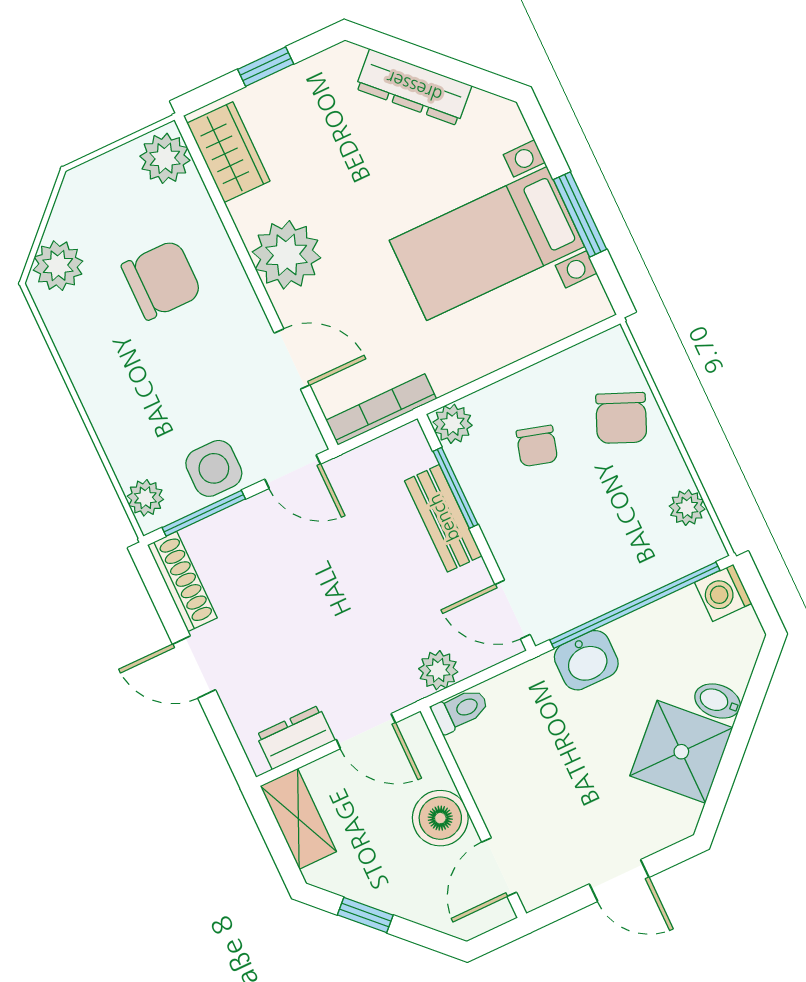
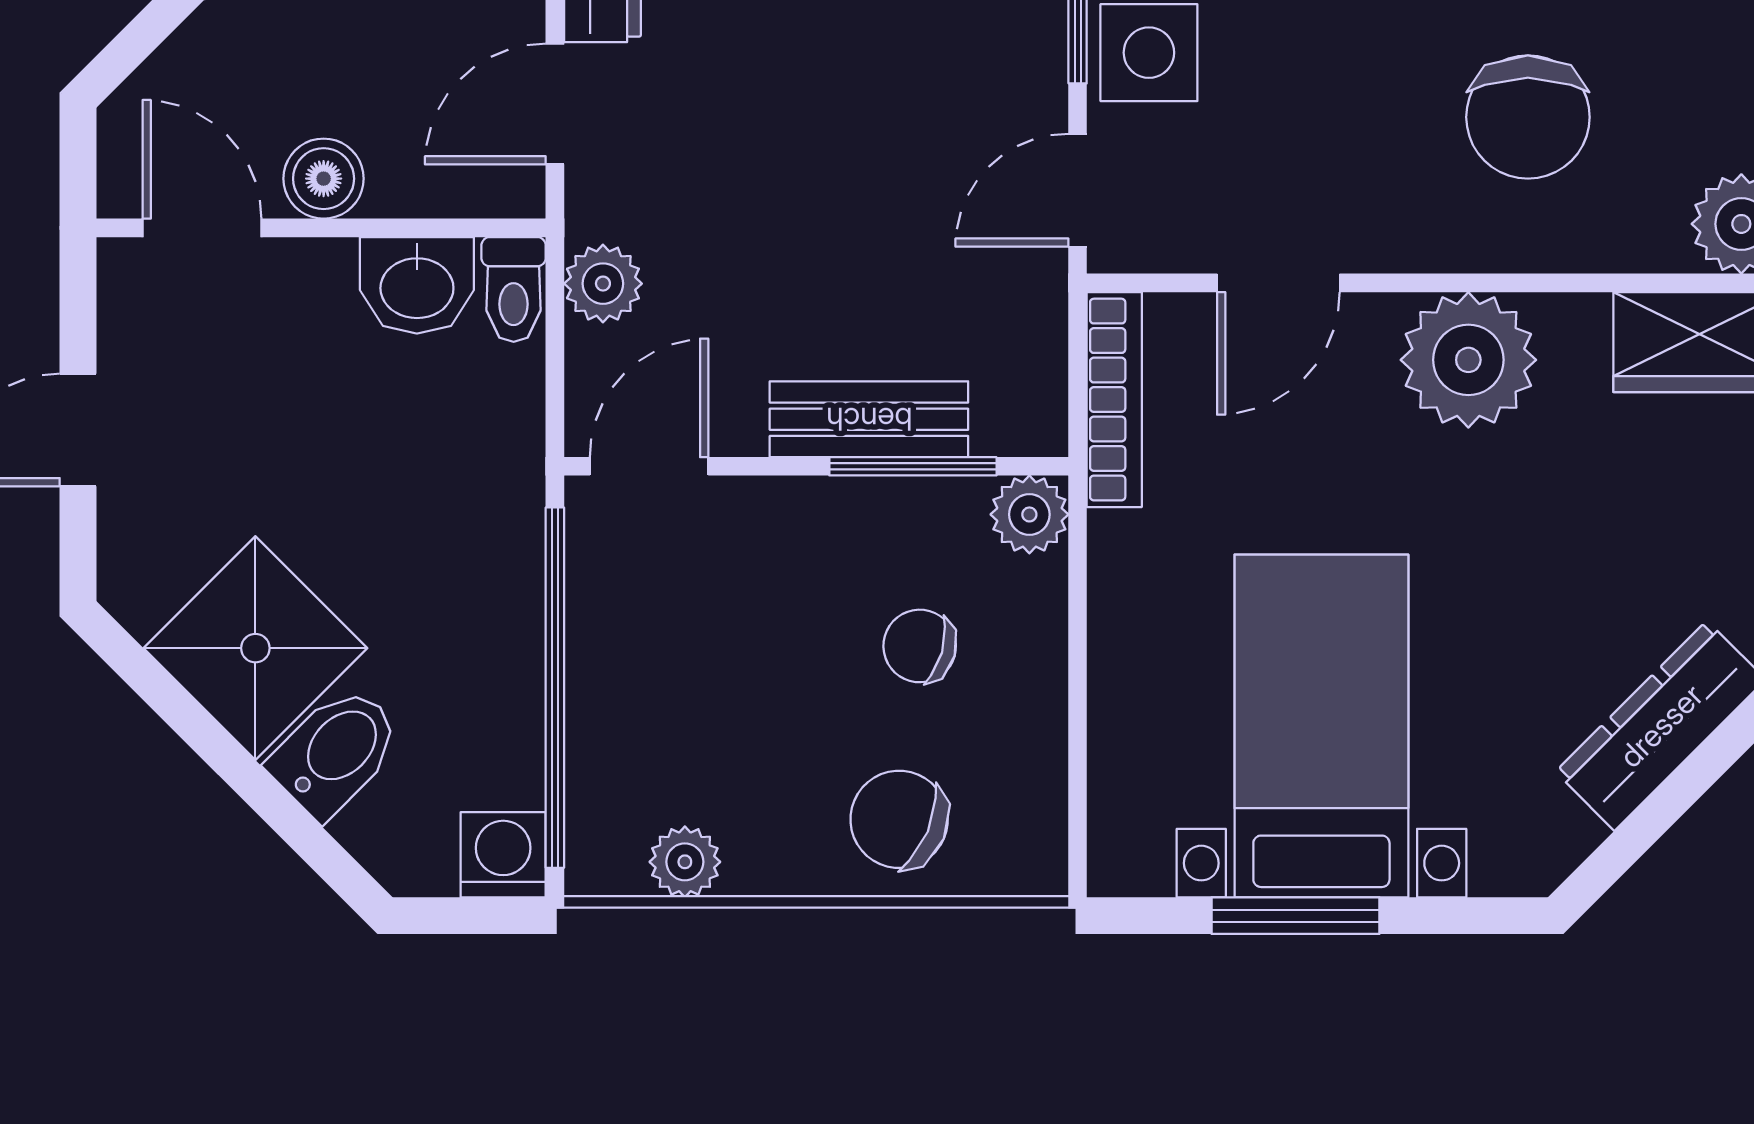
washbasin: (586, 660) -> (417, 285), moved, turned -90
bidet: (718, 701) -> (336, 752), width x1.38, depth x1.36
boiler: (440, 818) -> (324, 179), width x0.73, depth x0.73

